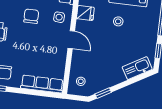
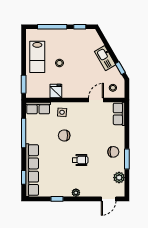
door: (71, 40) -> (96, 100), moved
kitchen sink: (137, 68) -> (105, 58), moved
row of seats: (42, 84) -> (119, 114), width x0.68

